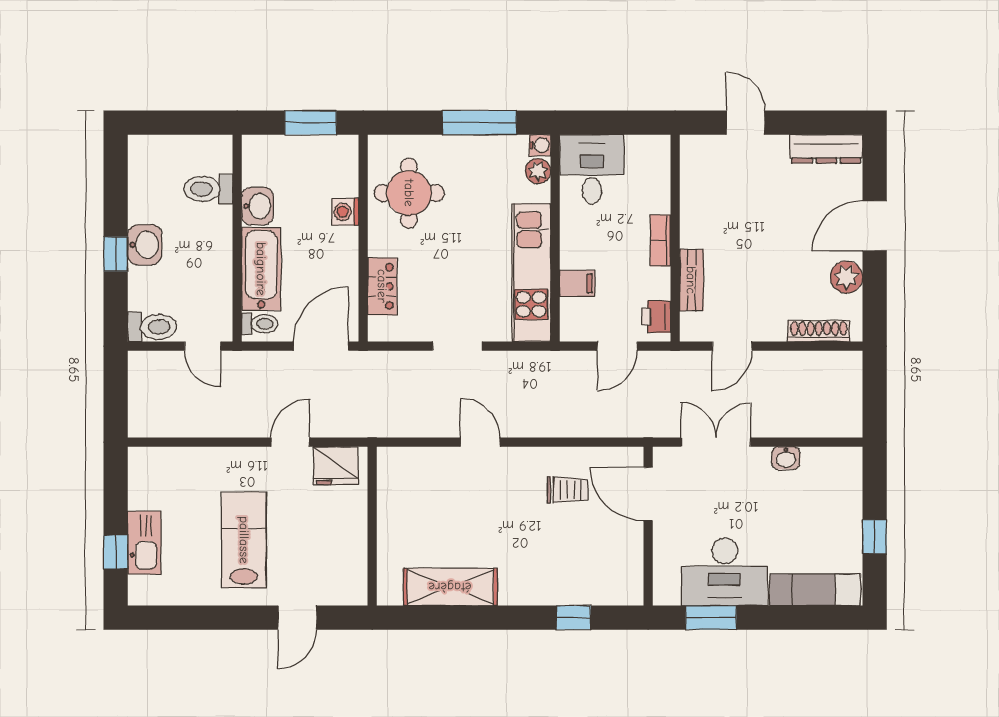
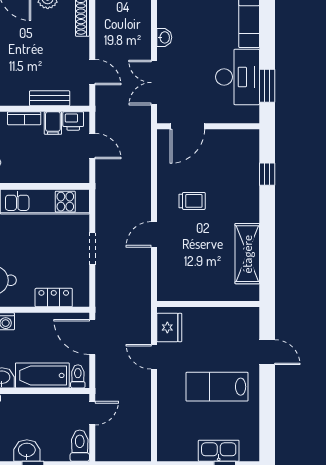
filing cabinet: (577, 283) -> (53, 123), moved, turned 180
trolley: (568, 490) -> (192, 201), moved, turned 90

